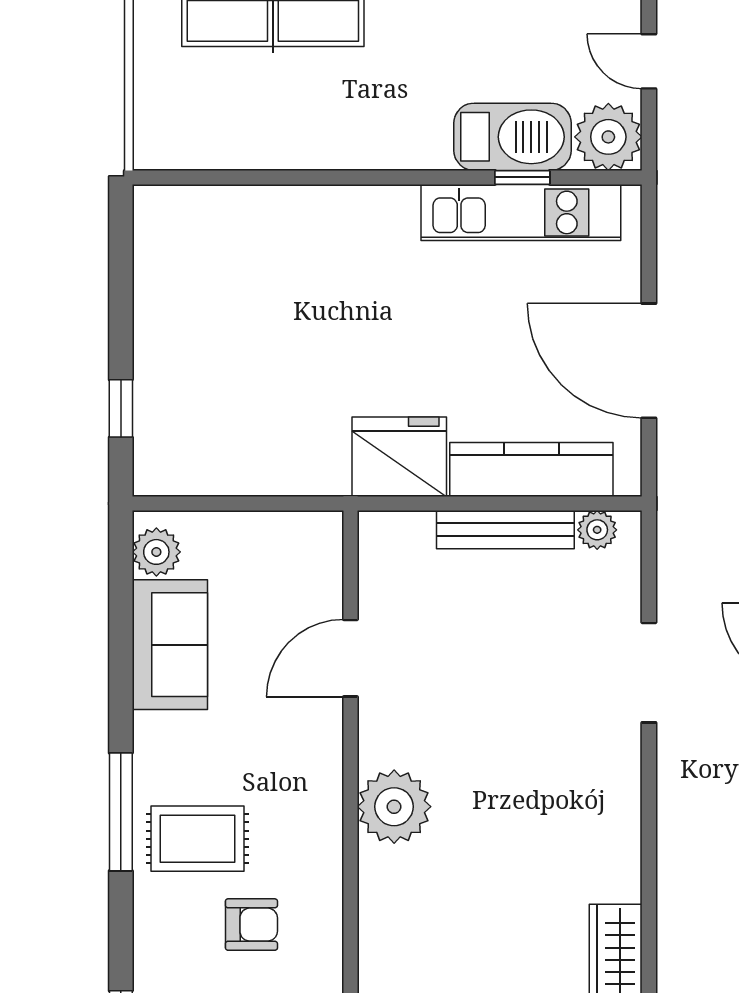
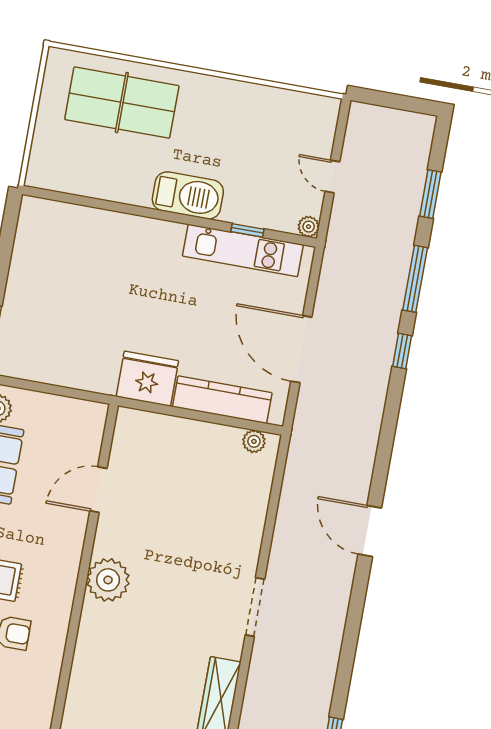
barbecue: (512, 137) -> (188, 195), moved
plant: (608, 137) -> (309, 227), width x0.53, depth x0.53
bench: (505, 530) -> (201, 432), removed
doorway: (649, 673) -> (255, 607), moved

